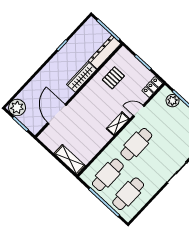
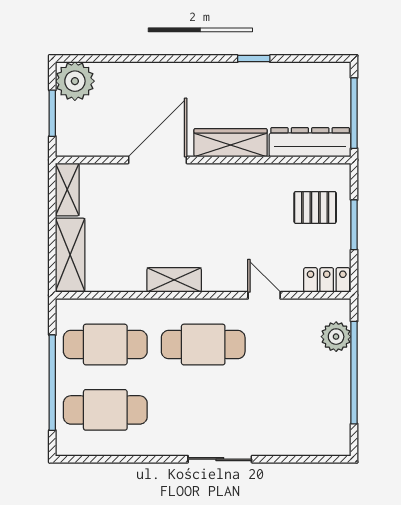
pallet: (113, 78) -> (315, 207), moved
door: (57, 114) -> (157, 160), moved
shelving: (118, 124) -> (174, 280), moved
shelving: (49, 141) -> (67, 190), added

